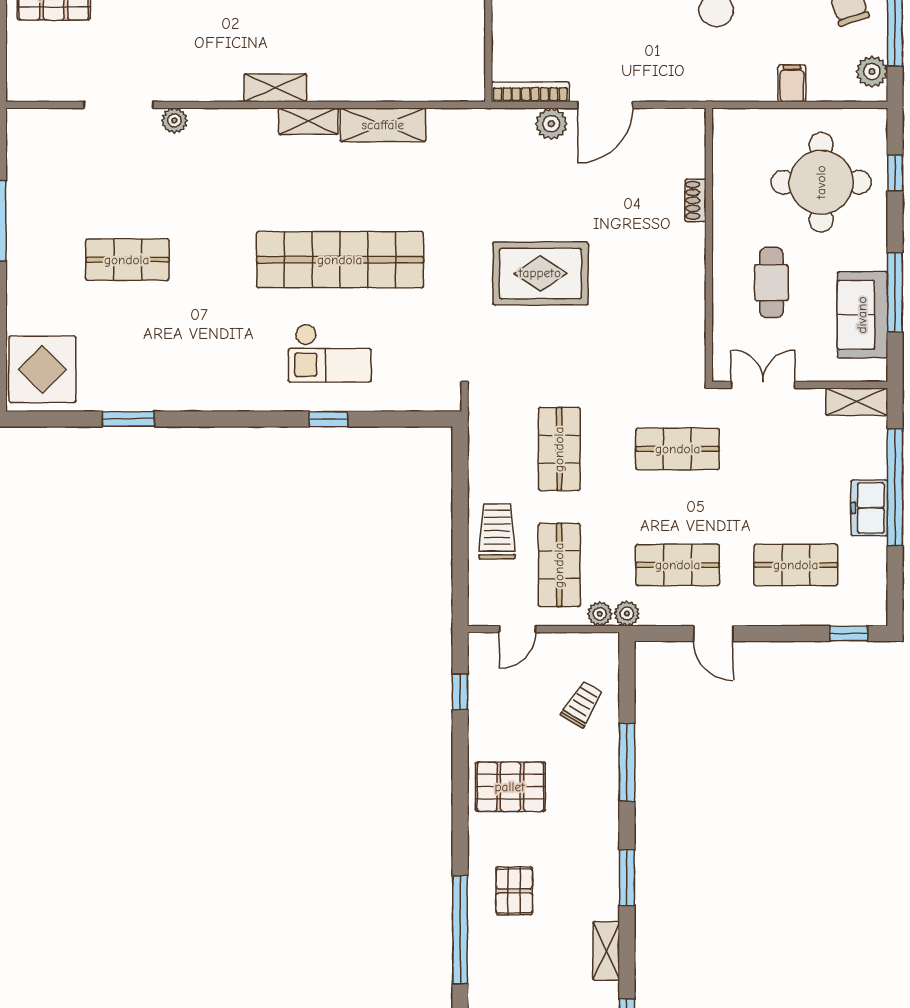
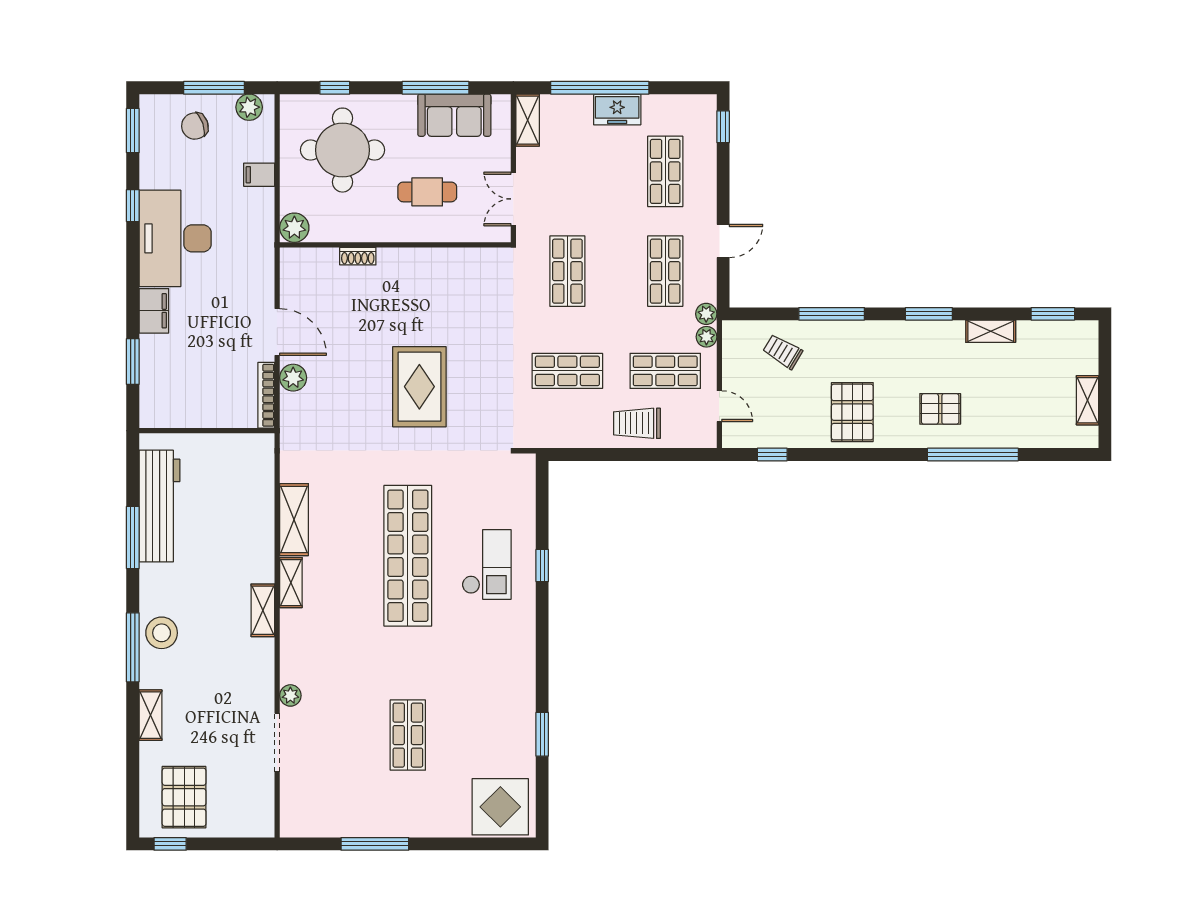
plant: (729, 125) -> (294, 228), added

